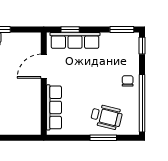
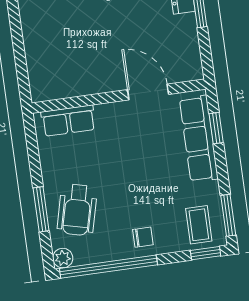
coffee table: (125, 47) -> (199, 225), added
row of seats: (54, 107) -> (68, 121), width x0.68
plant: (133, 129) -> (63, 258), added

